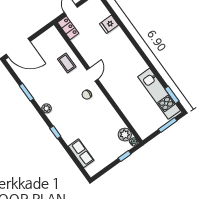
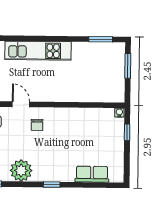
kitchen unit: (159, 94) -> (38, 51), moved
plant: (47, 108) -> (21, 170), width x1.87, depth x1.87
plant: (125, 135) -> (106, 116), removed

